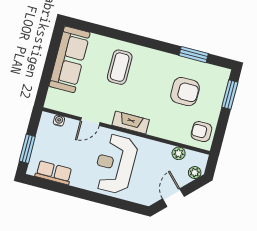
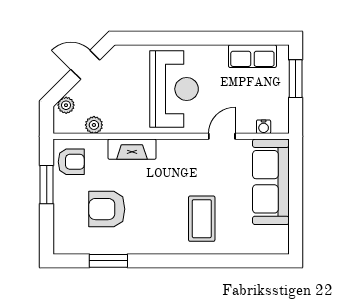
sofa: (70, 59) -> (271, 182), moved
window: (230, 95) -> (47, 185), moved
fireplace: (131, 122) -> (132, 149), moved
door: (173, 198) -> (85, 65), swing flipped

